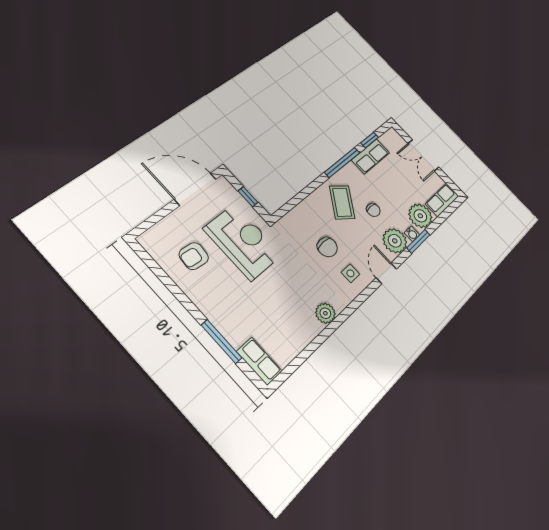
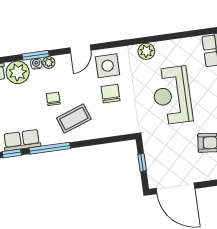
coffee table: (342, 202) -> (74, 119), turned 34
plant: (395, 241) -> (49, 63), width x0.53, depth x0.53
reception desk: (243, 242) -> (172, 95), moved
side table: (350, 273) -> (108, 66), width x1.87, depth x1.87

